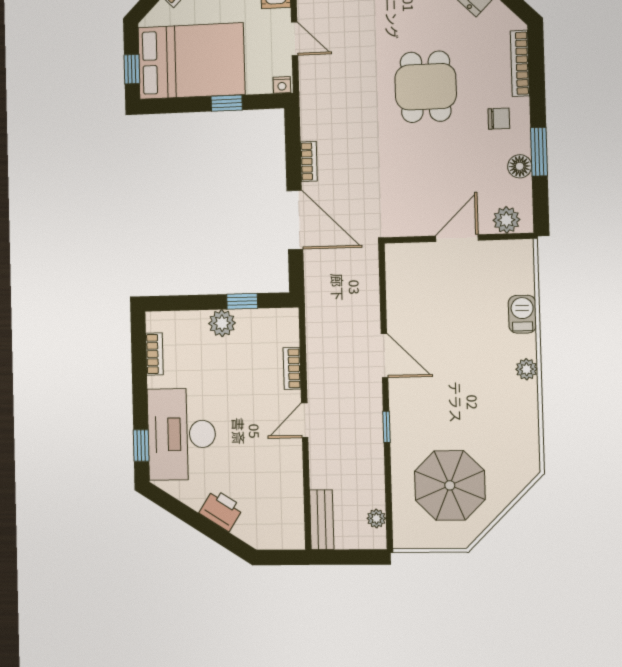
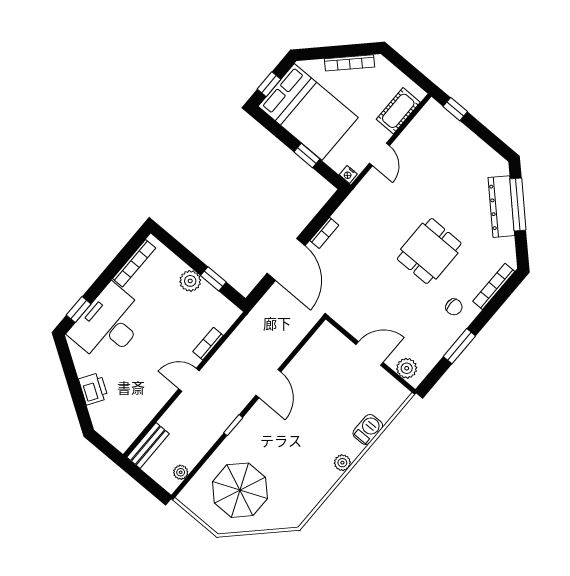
floor lamp: (520, 166) -> (441, 345), removed
bookcase: (154, 354) -> (134, 263), width x1.56

